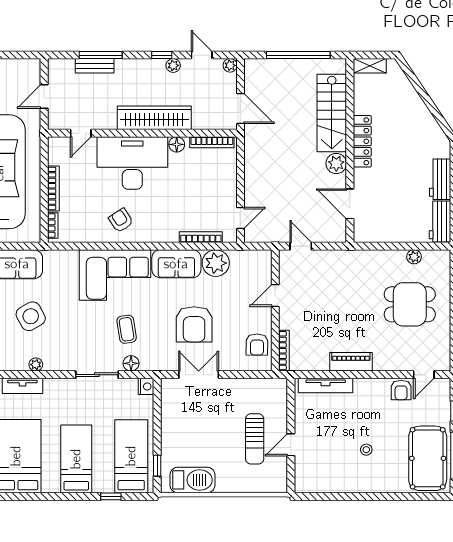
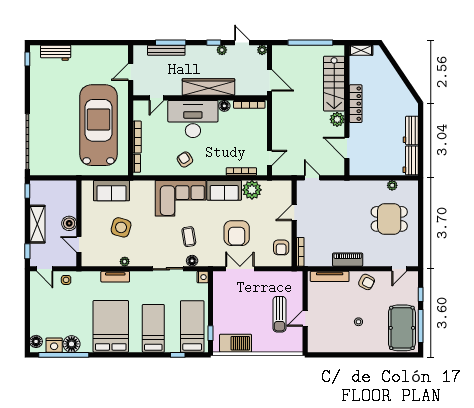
bench: (95, 66) -> (166, 50), width x1.36
side table: (31, 316) -> (121, 227), turned 45
armchair: (401, 390) -> (367, 282), moved, turned -63

